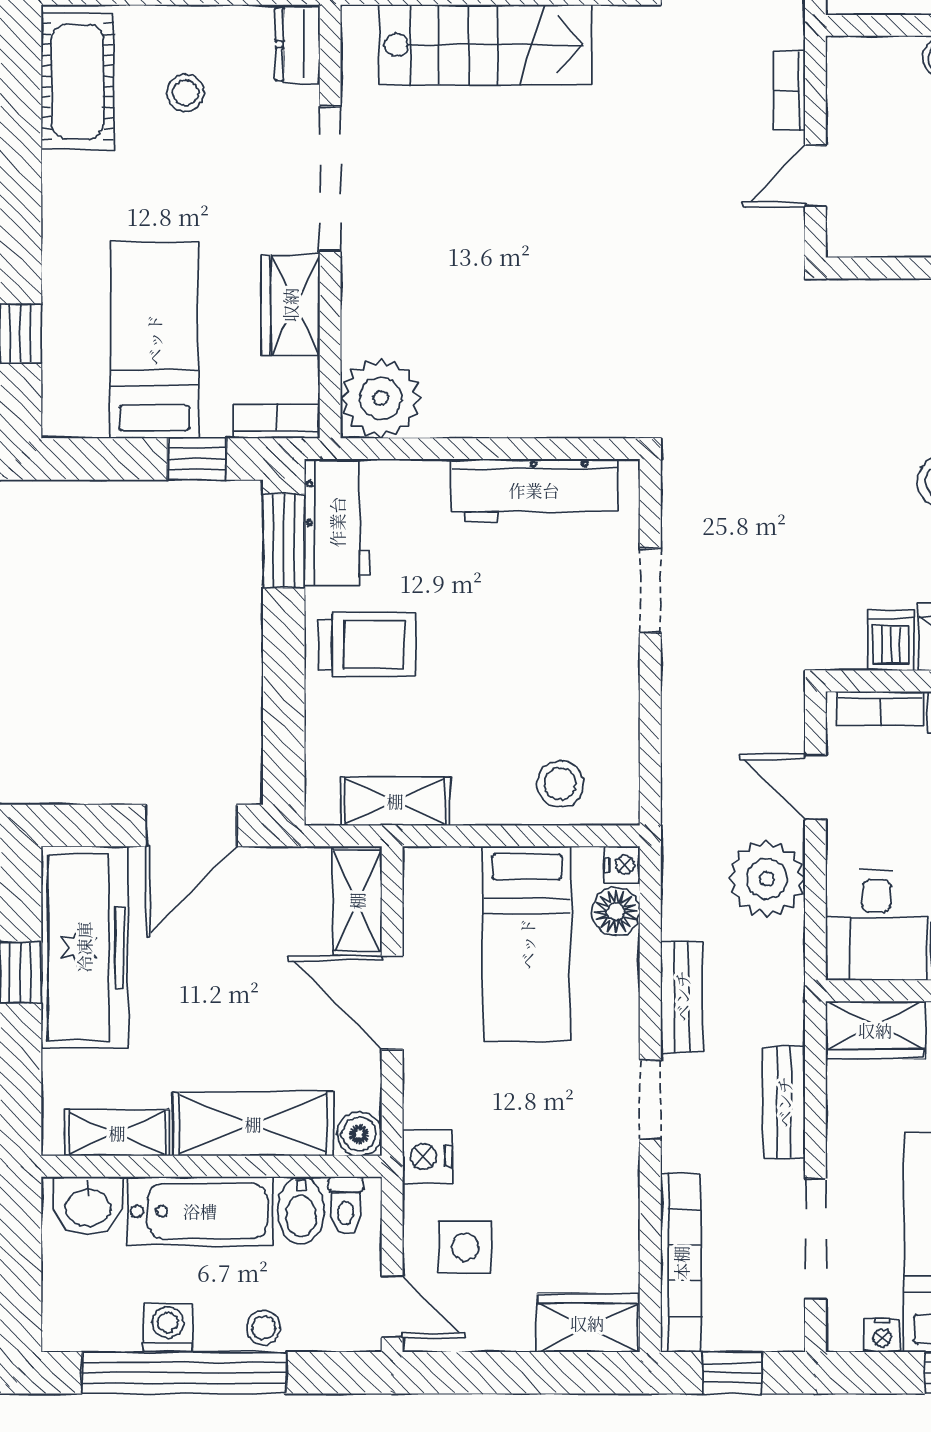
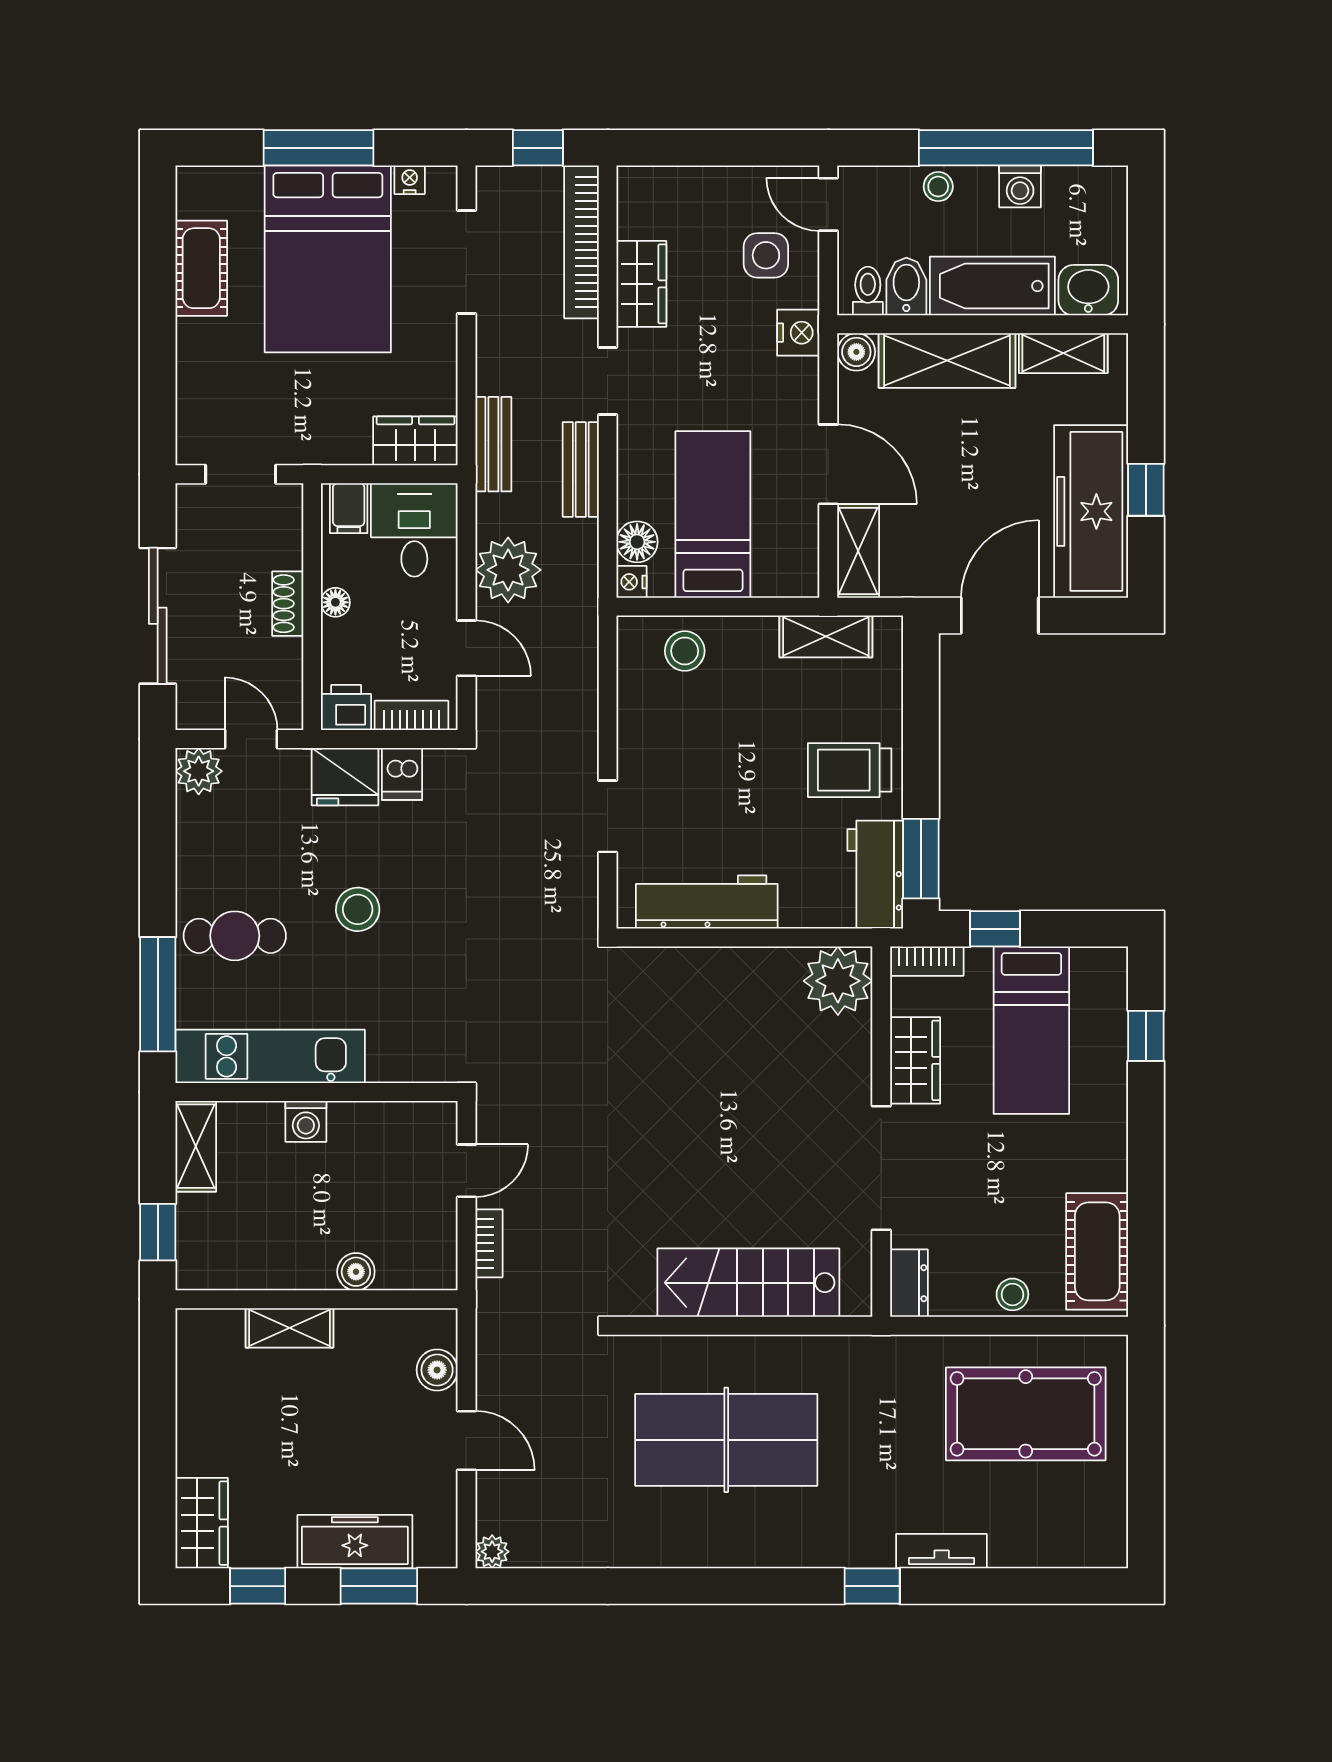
stool: (186, 93) -> (1012, 1294), moved
bench: (784, 1102) -> (493, 444), moved
wardrobe: (587, 1323) -> (641, 284), moved, turned -90

